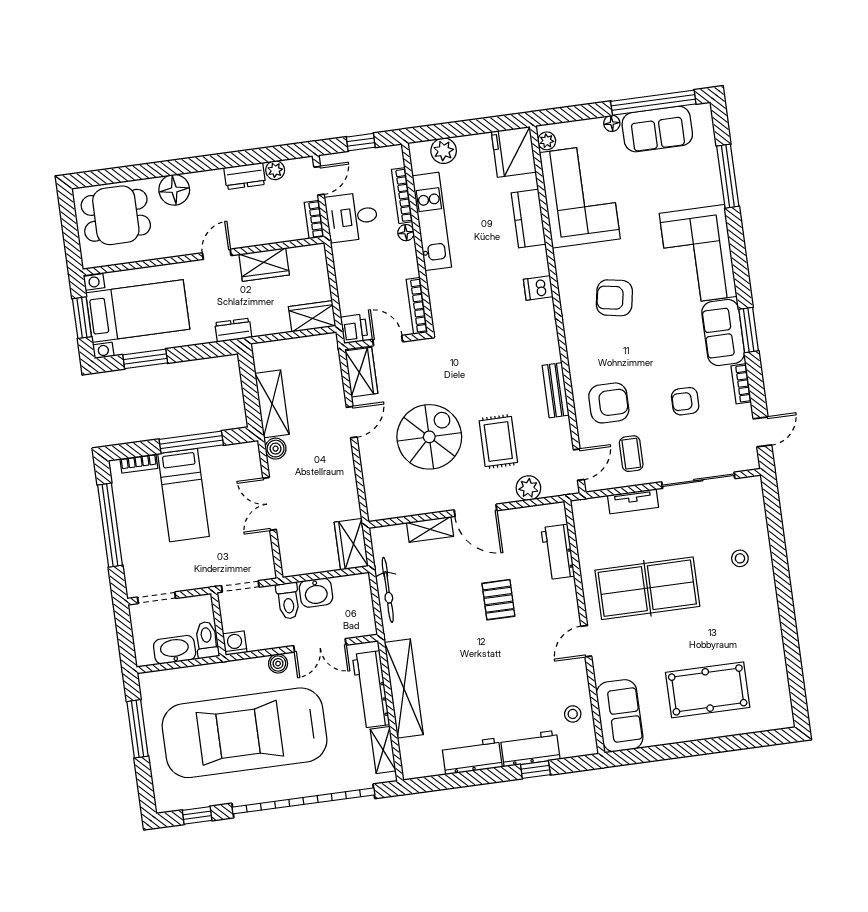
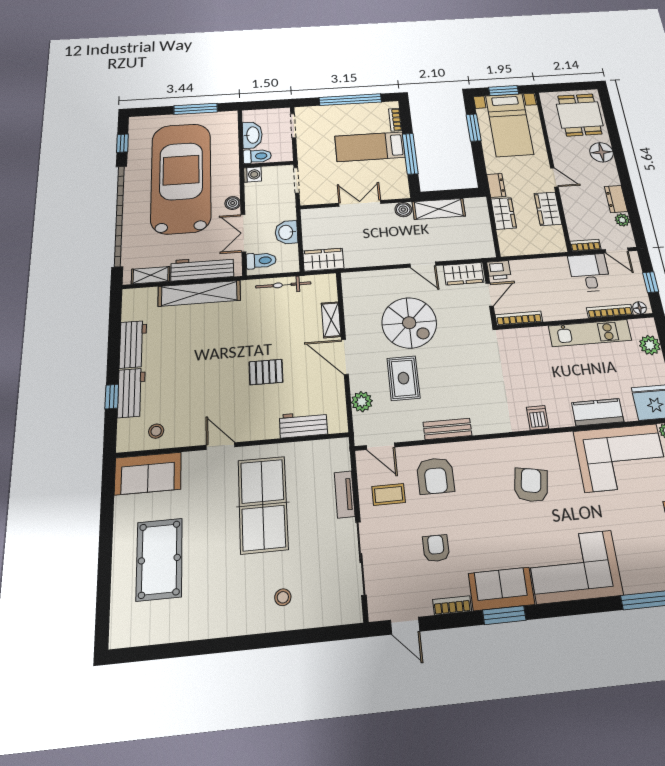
floor lamp: (406, 233) -> (640, 308), moved
wardrobe: (312, 316) -> (504, 213), moved
rug: (498, 442) -> (403, 378), turned 90
door: (476, 510) -> (345, 357), hinge flipped
toilet: (288, 601) -> (261, 261), moved, turned 180

